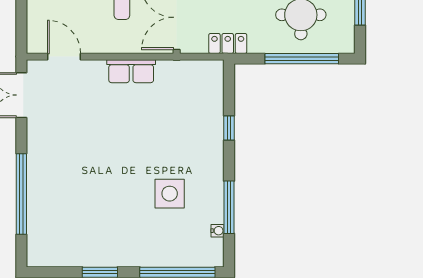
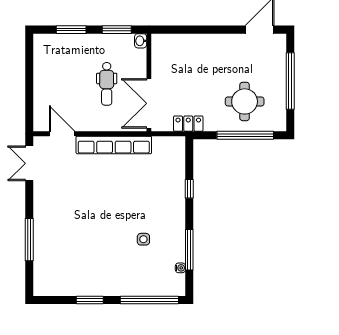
row of seats: (131, 71) -> (114, 145), width x2.02
window: (21, 194) -> (29, 240), width x0.68
side table: (170, 194) -> (143, 239), width x0.54, depth x0.54

